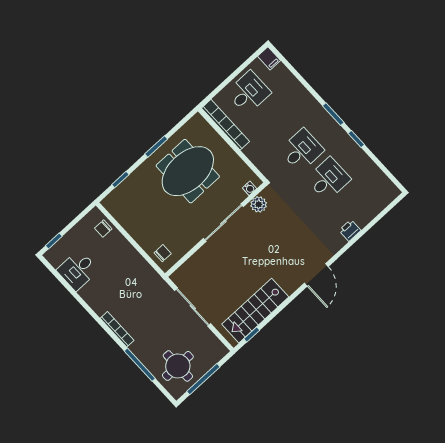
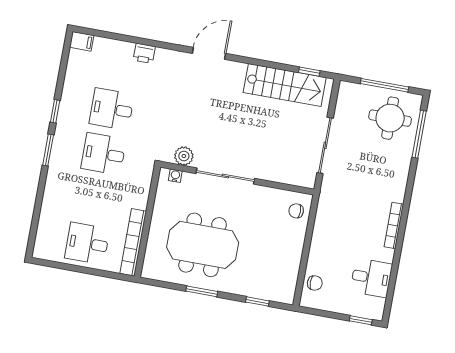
filing cabinet: (269, 58) -> (82, 41), moved, turned 90
bookcase: (117, 329) -> (394, 226), moved
window: (140, 365) -> (419, 134), moved

